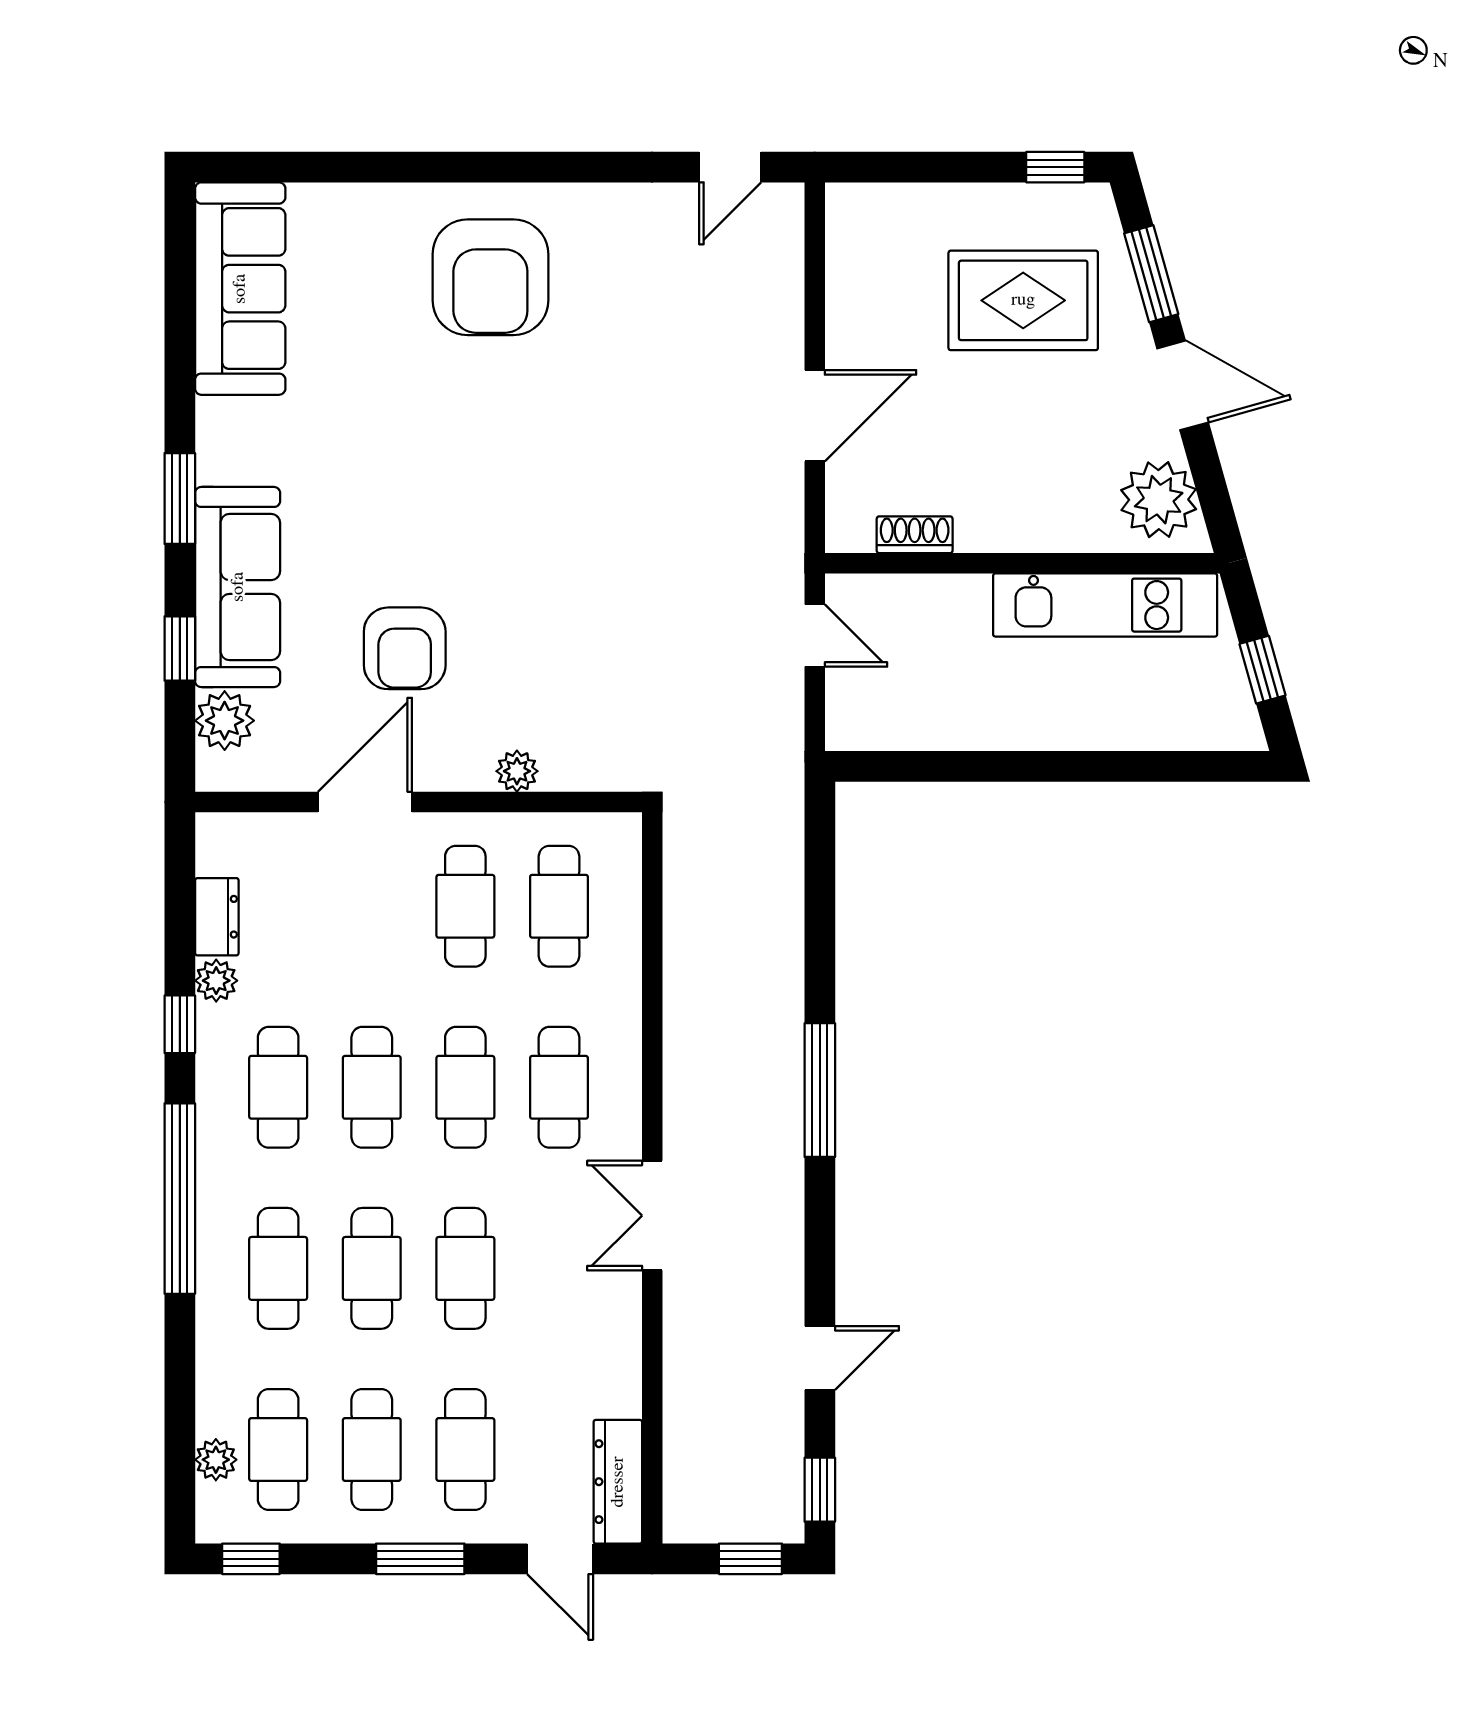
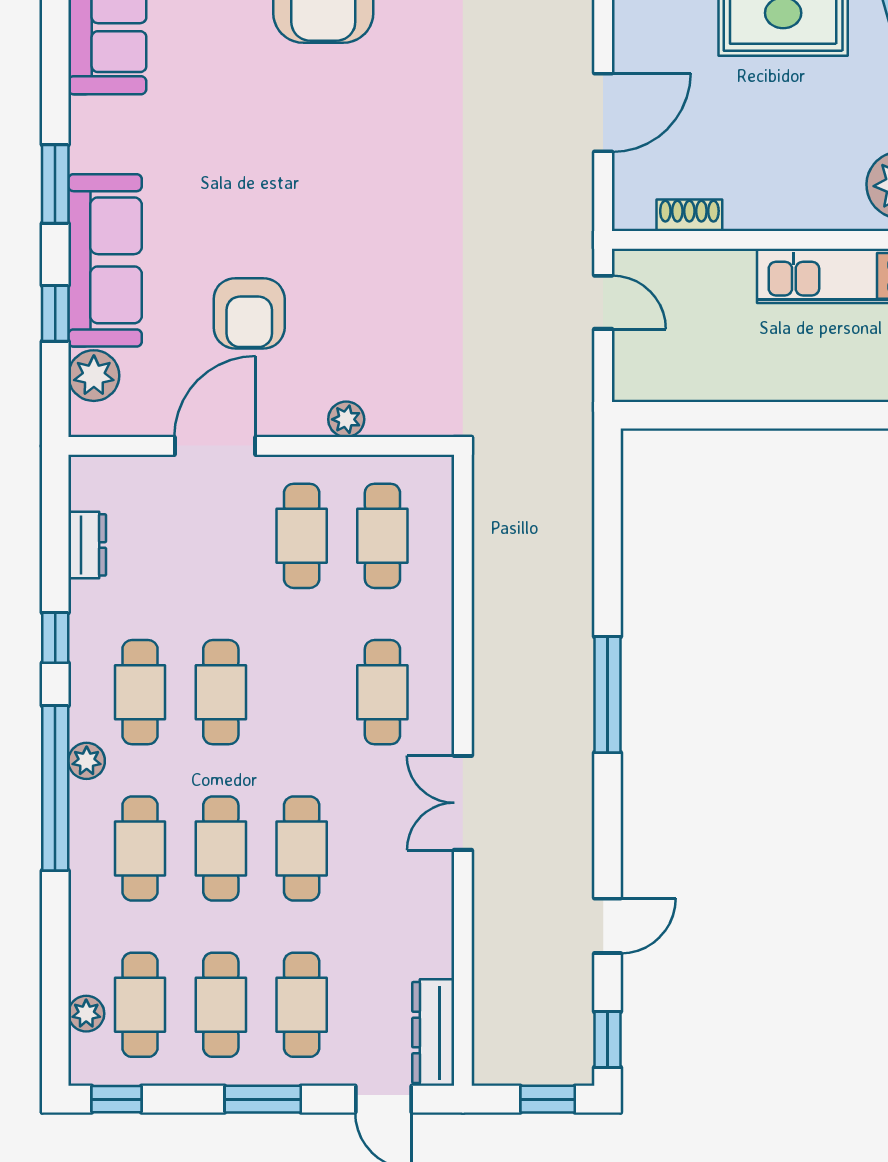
plant: (216, 981) -> (87, 761), moved
cafe table: (465, 1087) -> (302, 692), removed

